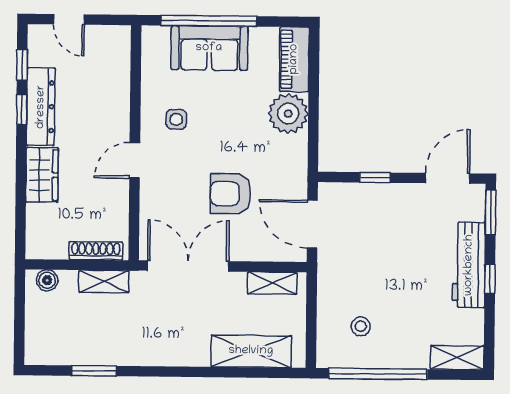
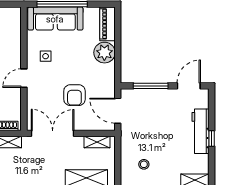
sofa: (209, 48) -> (55, 19), width x1.36
window: (375, 178) -> (151, 86), width x2.17
armchair: (230, 194) -> (74, 95), turned -90
window: (491, 212) -> (212, 103), removed

